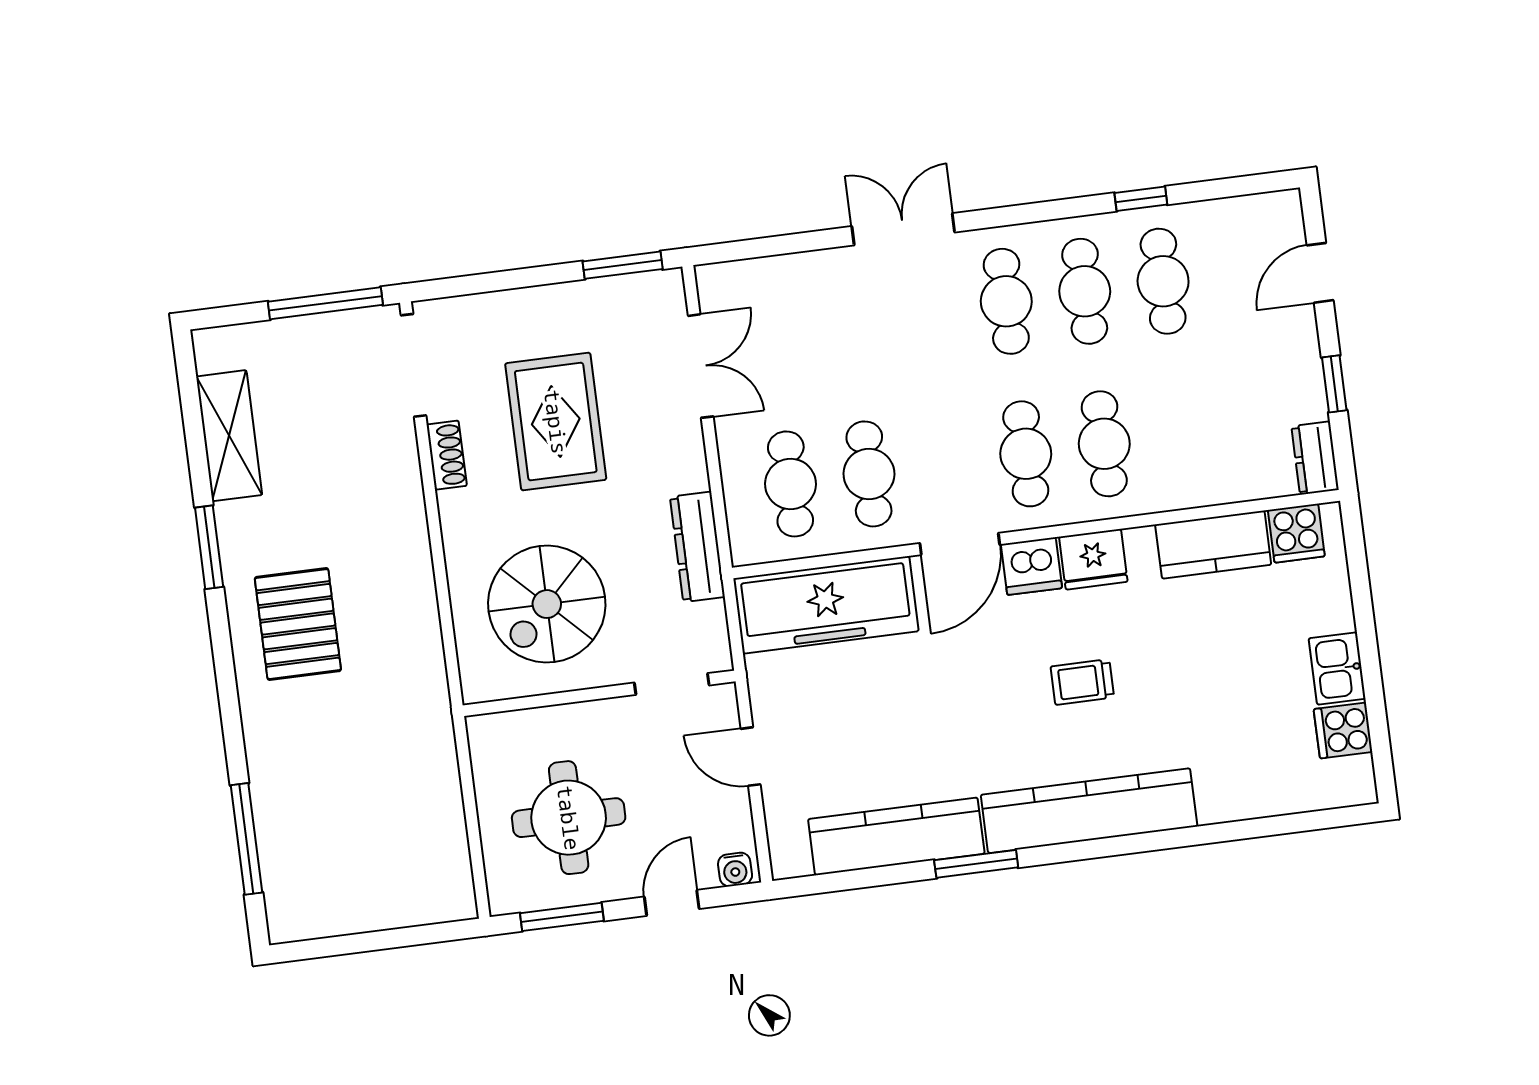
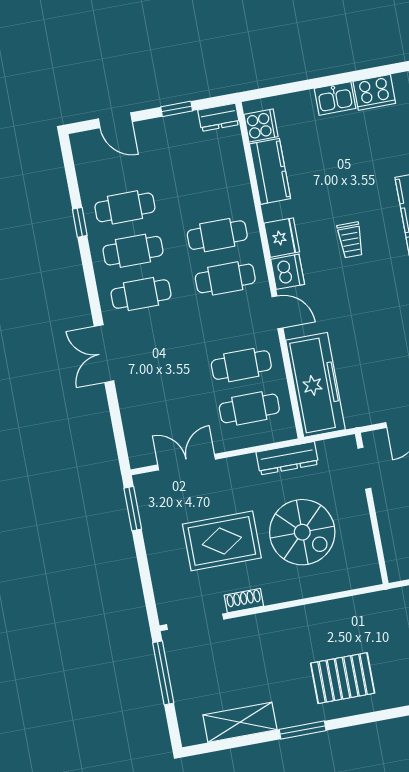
door: (960, 544) -> (277, 312), width x0.73
spiral stairs: (547, 604) -> (302, 532), moved
cooker: (1343, 731) -> (374, 92), width x1.36

